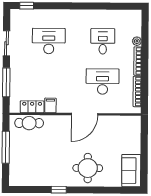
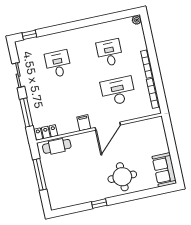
desk: (49, 41) -> (58, 64), width x0.73
plant: (137, 41) -> (137, 20), moved
filing cabinet: (50, 105) -> (84, 123), moved
locker: (32, 107) -> (46, 132), moved

